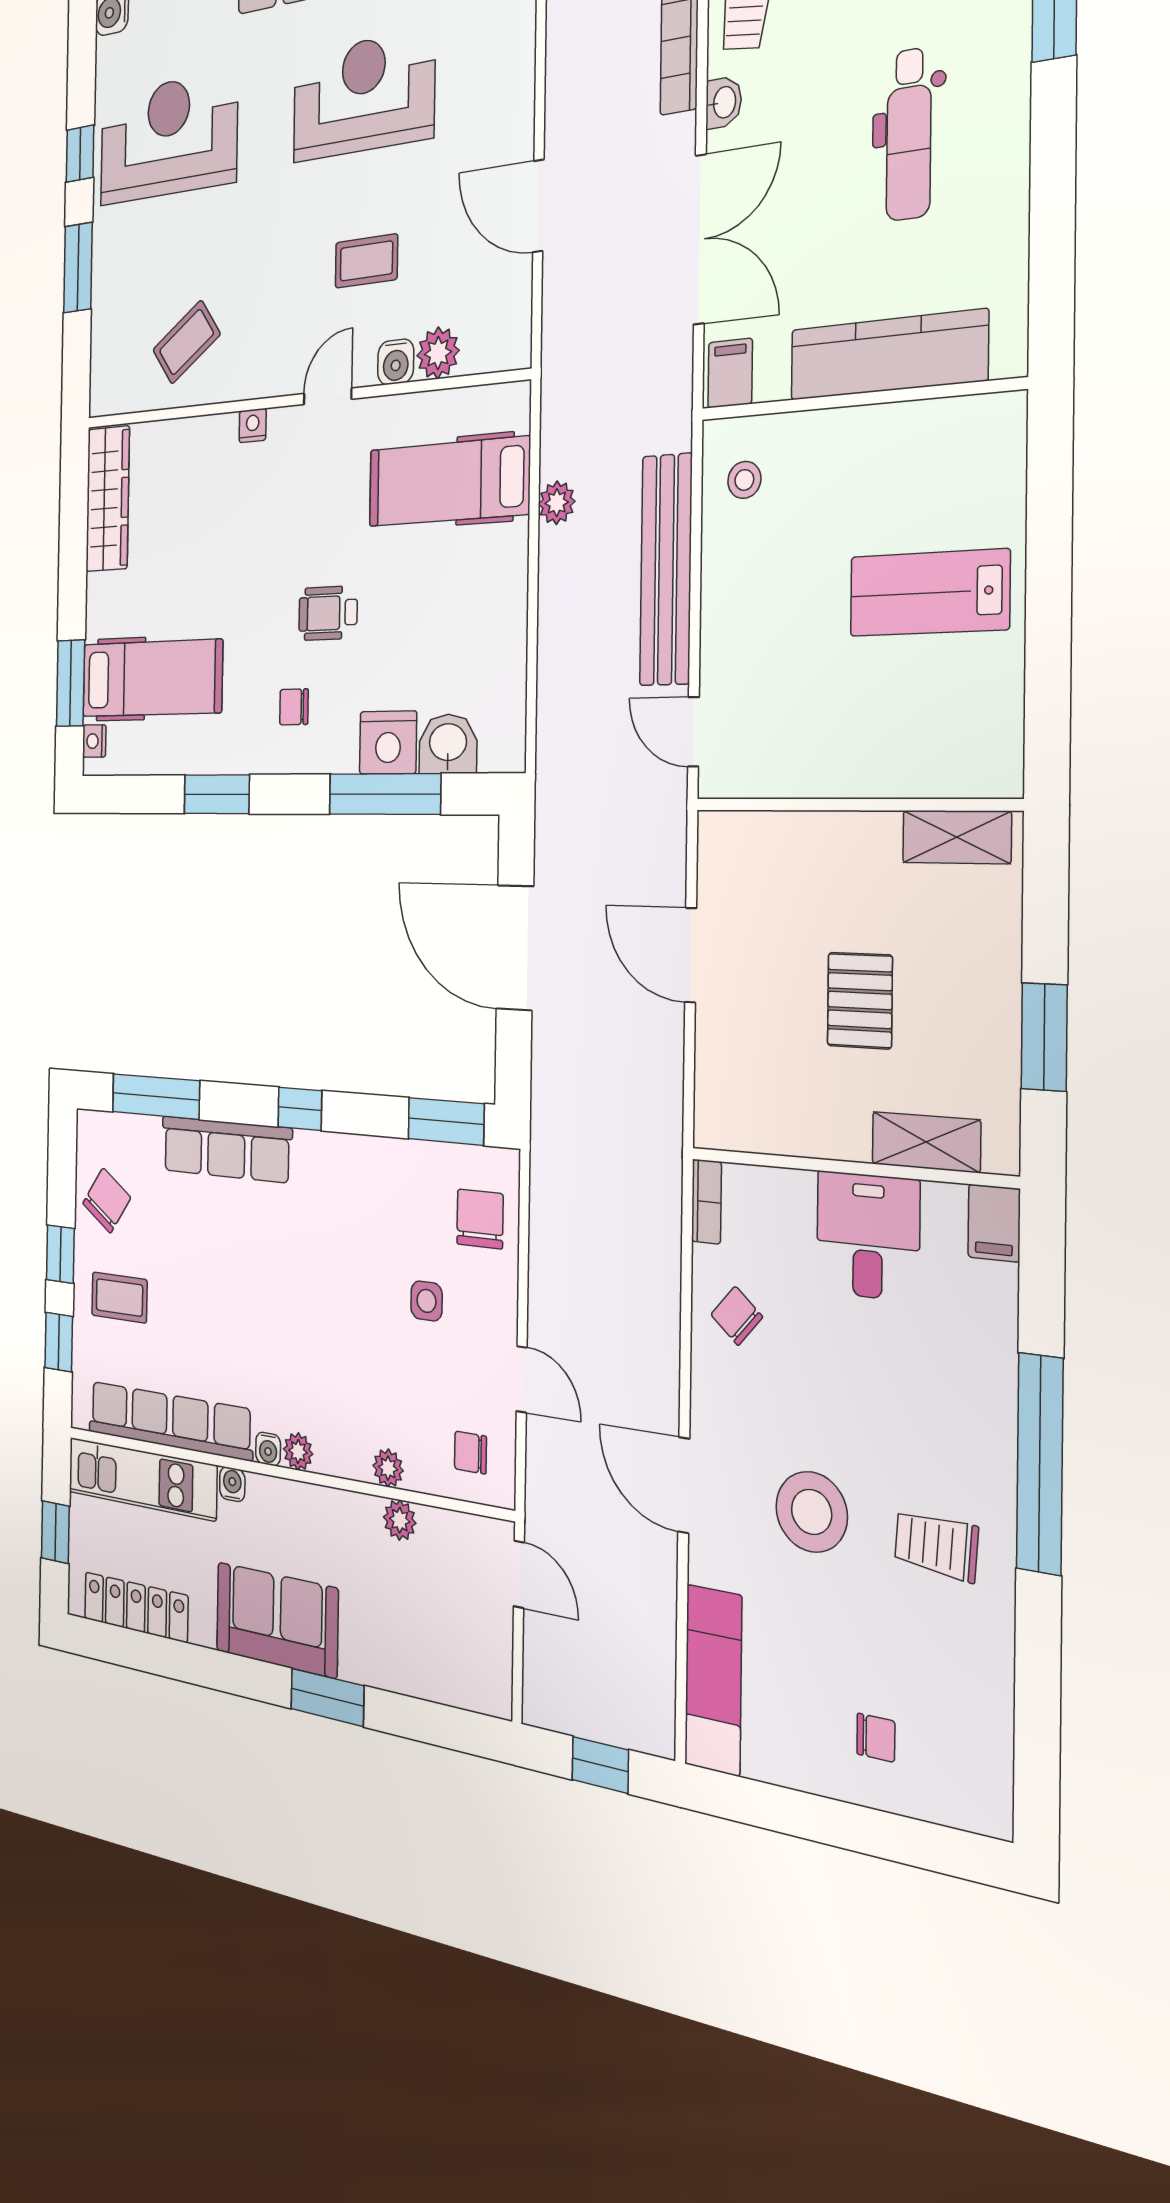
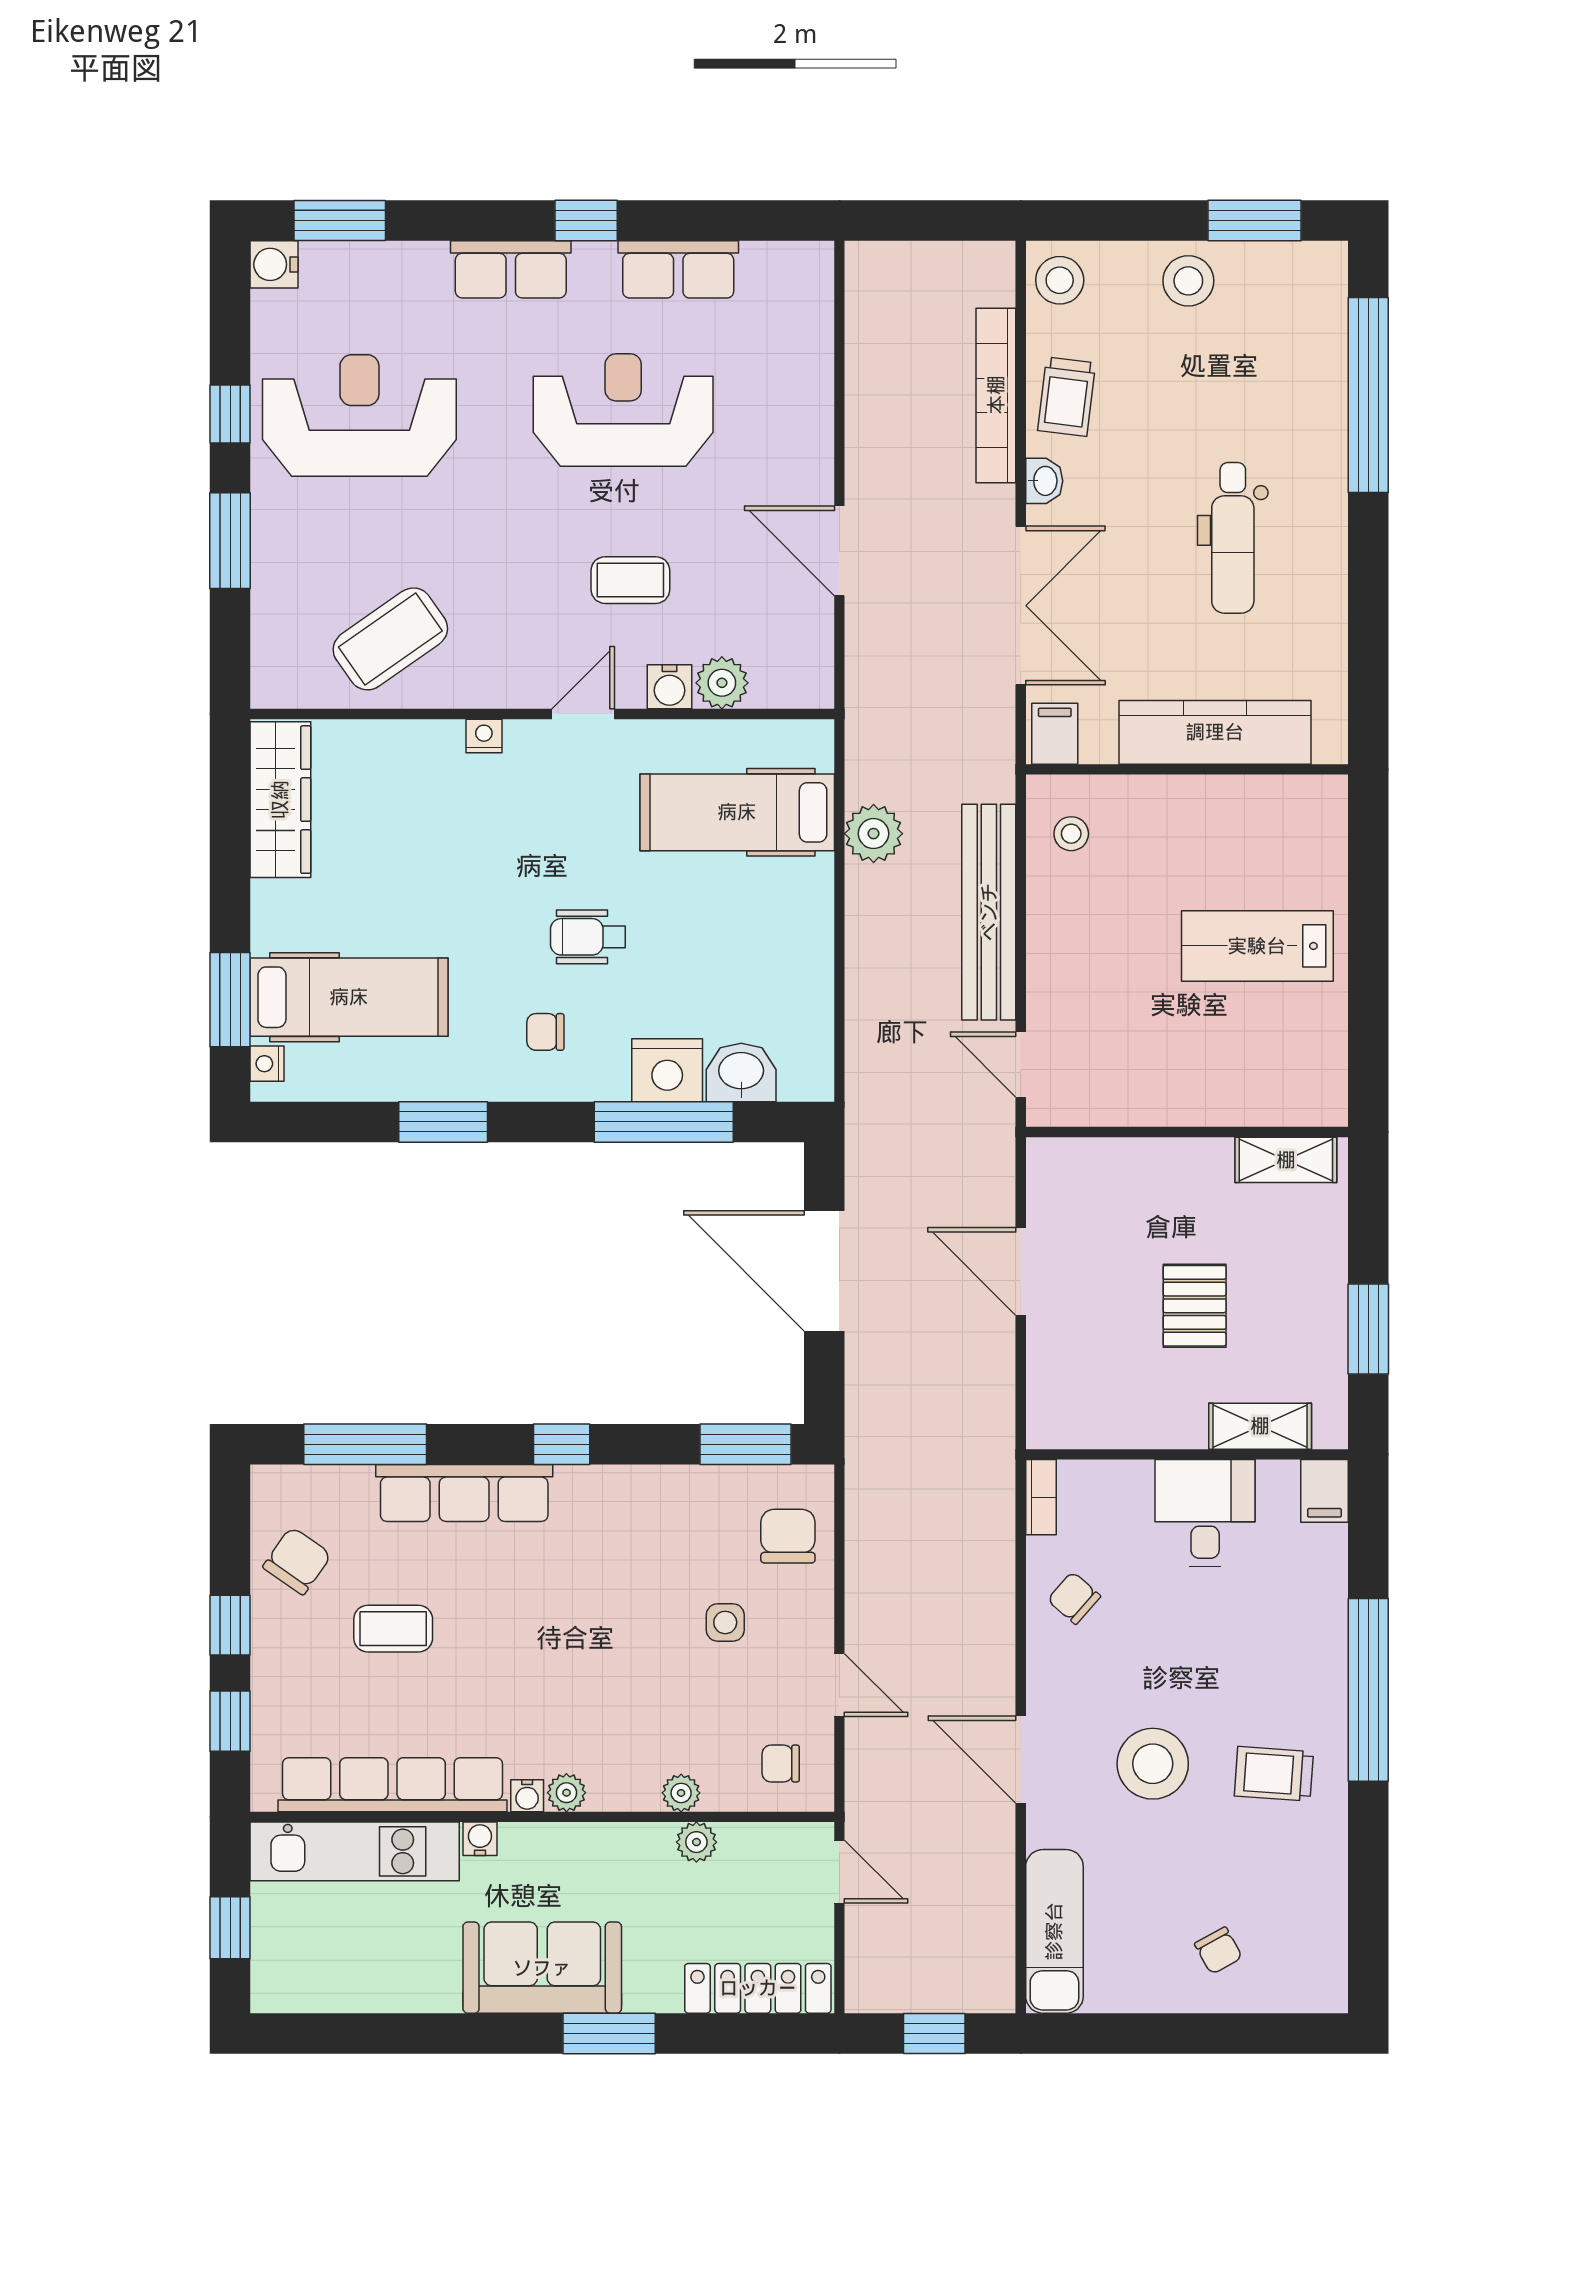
coffee table: (187, 342) -> (390, 639), width x1.36, depth x1.30
plant: (557, 503) -> (874, 834), width x1.38, depth x1.38
coffee table: (119, 1298) -> (393, 1629), moved
locker: (136, 1607) -> (758, 1988), moved
chair: (876, 1738) -> (1218, 1951), turned 61

